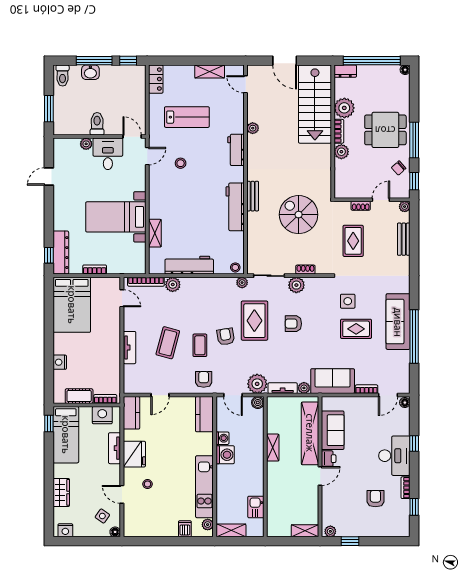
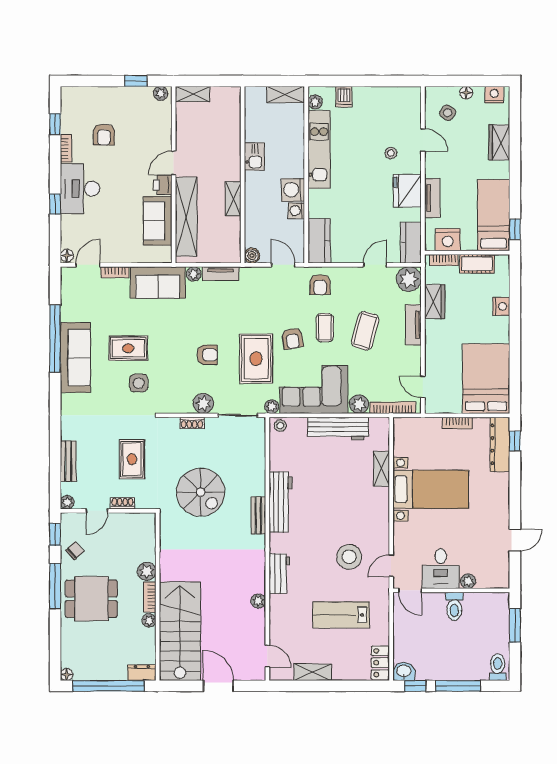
washbasin: (90, 72) -> (404, 671), moved
plant: (344, 108) -> (149, 620), width x0.53, depth x0.53
stool: (181, 163) -> (349, 557), width x1.89, depth x1.89
corner sofa: (209, 296) -> (314, 389), added
wardrobe: (113, 366) -> (435, 302), added
plant: (257, 384) -> (409, 279), moved
kitchen sink: (256, 507) -> (254, 157), moved
floor lamp: (115, 532) -> (466, 93), moved

